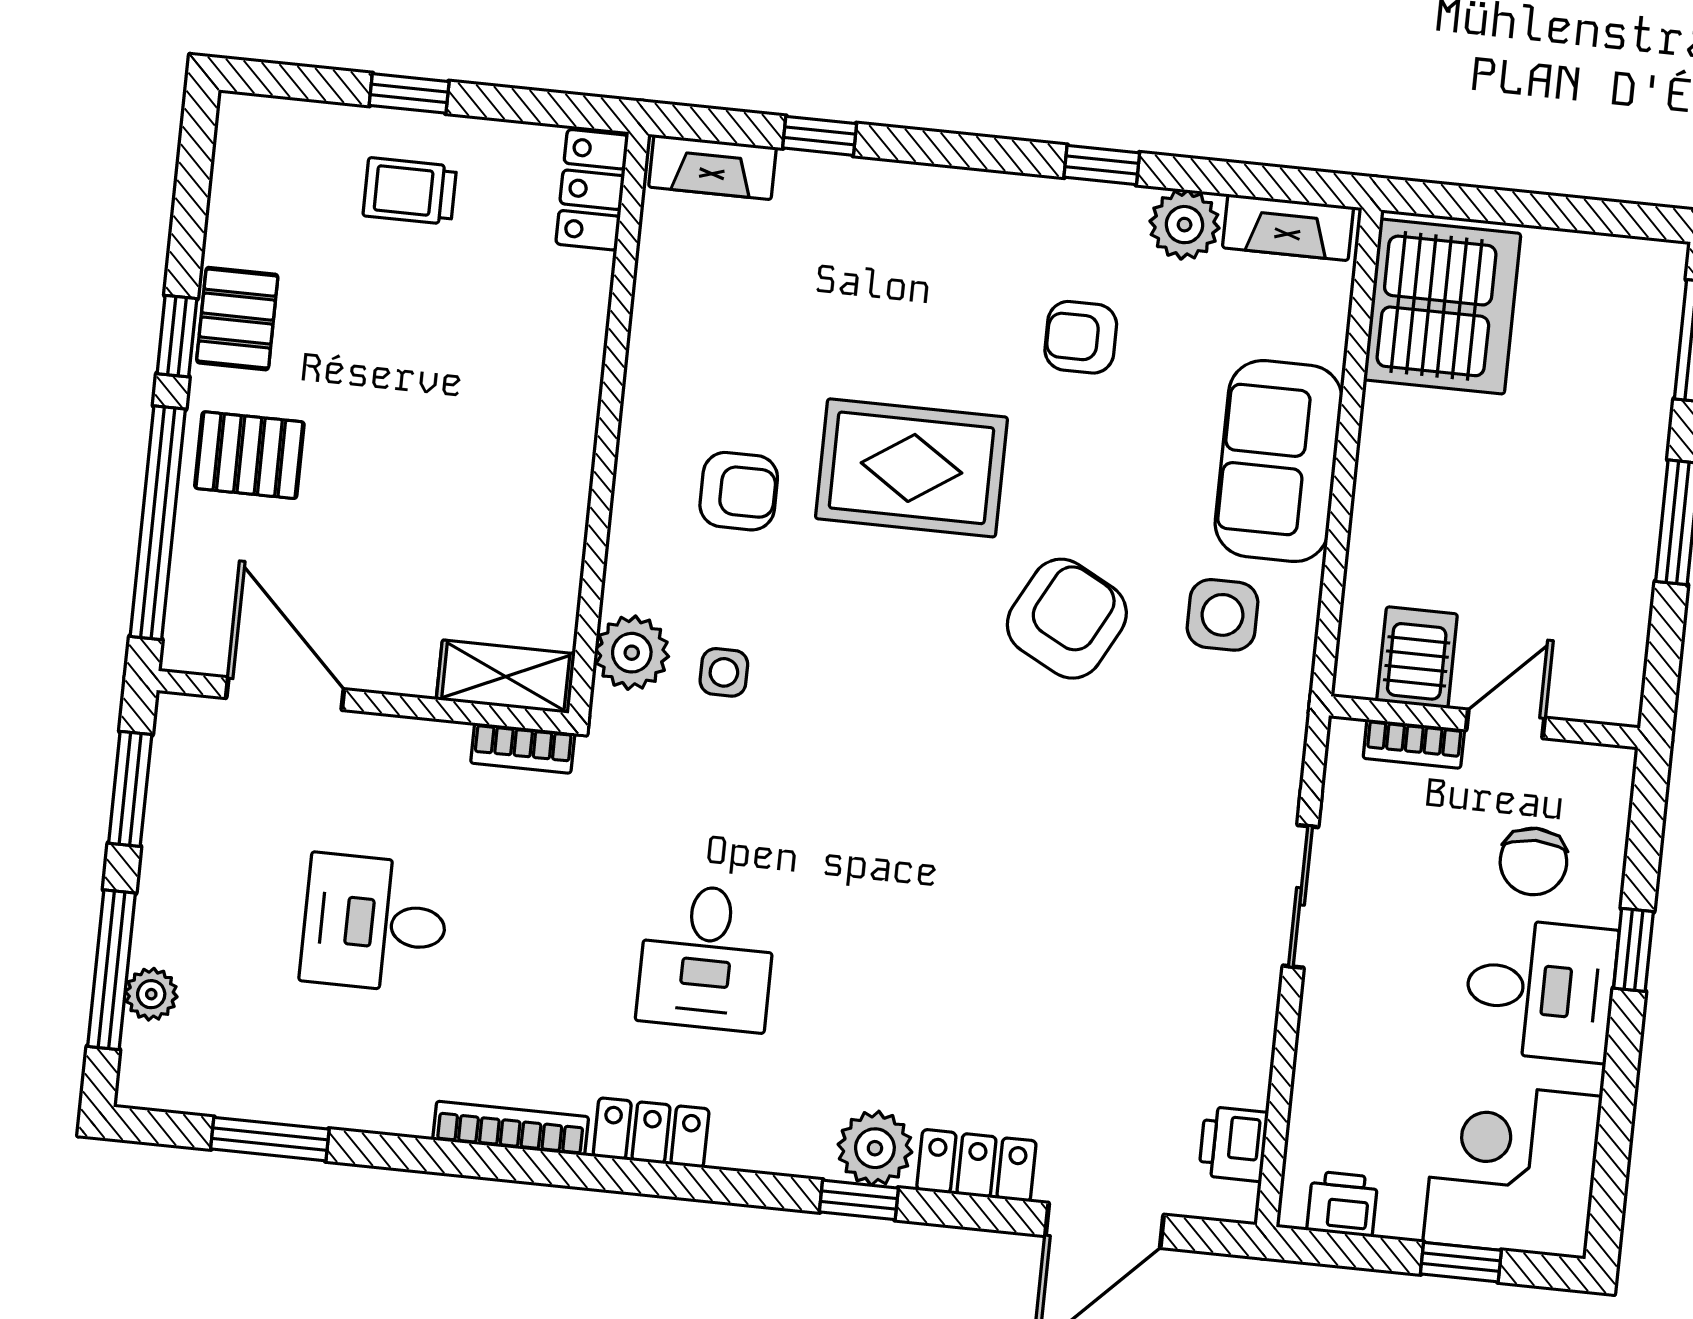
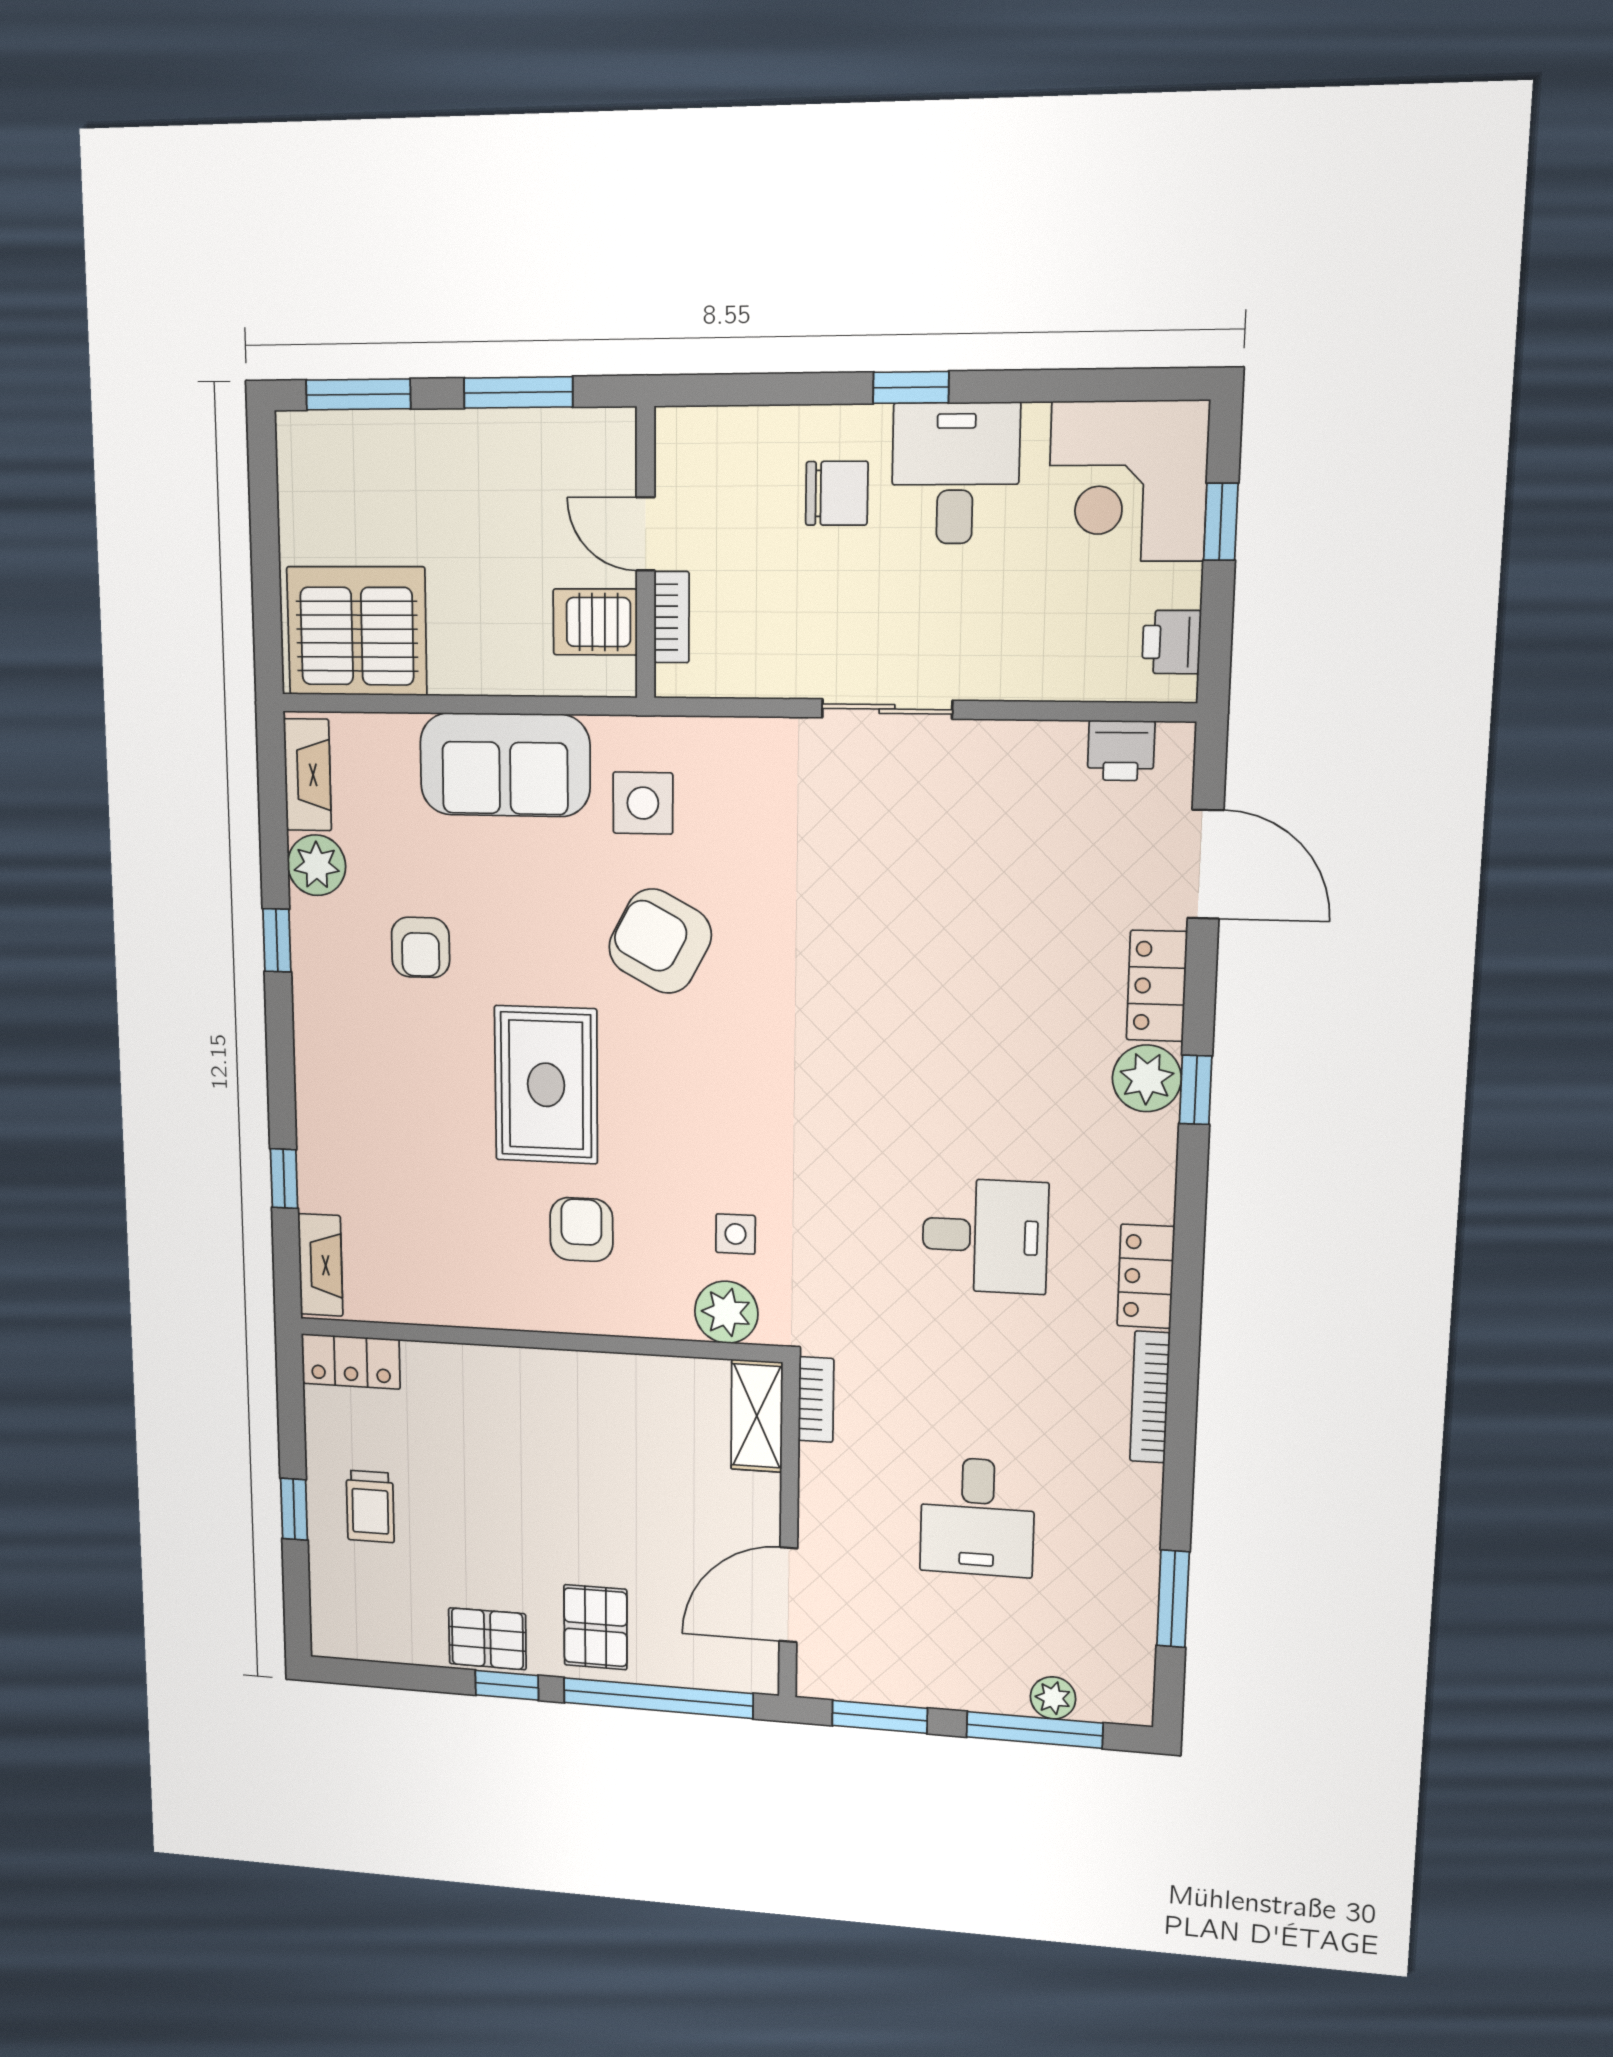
server rack: (1417, 658) -> (595, 622), moved
wall: (1485, 722) -> (646, 554), moved
door: (1505, 724) -> (646, 534), moved
bookcase: (1414, 744) -> (672, 617), moved

